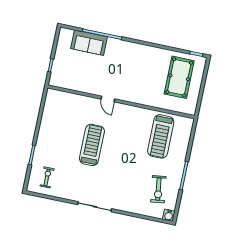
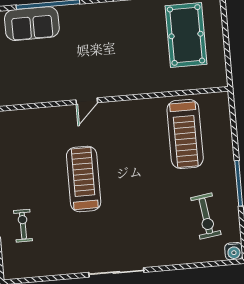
door: (108, 99) -> (87, 101), hinge flipped
exercise bike: (47, 177) -> (23, 226), moved

